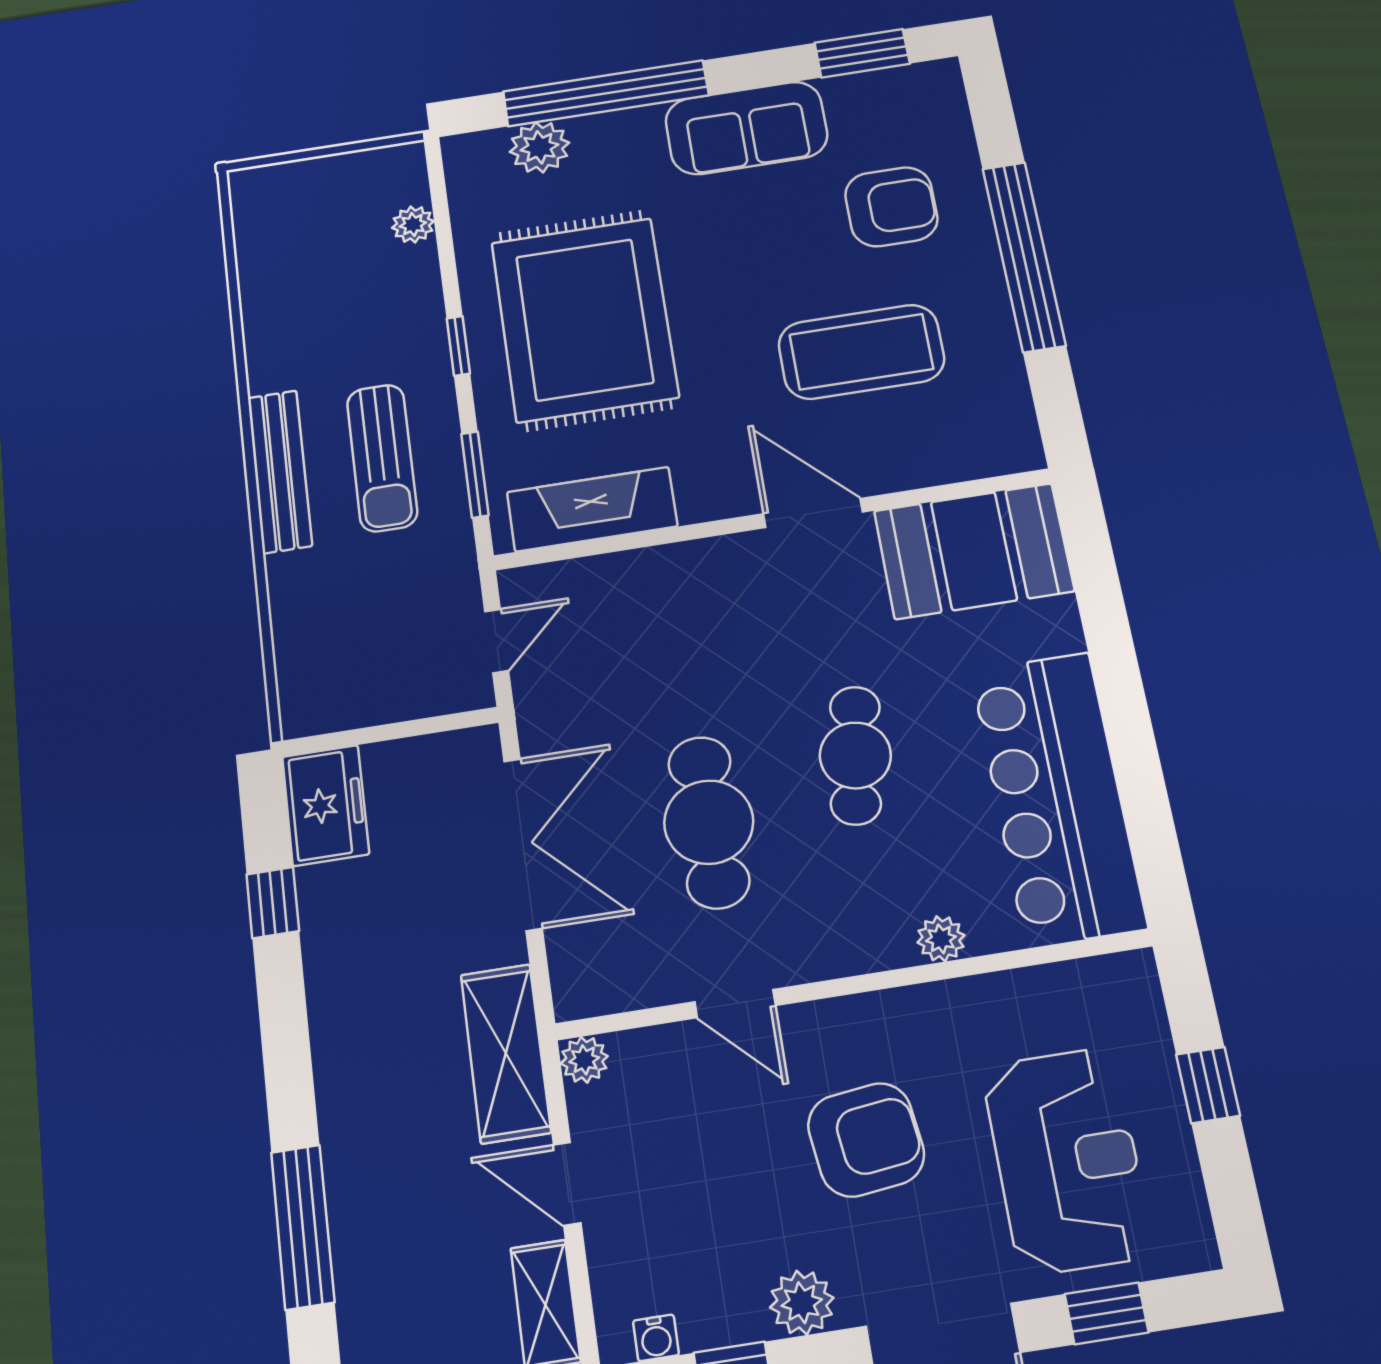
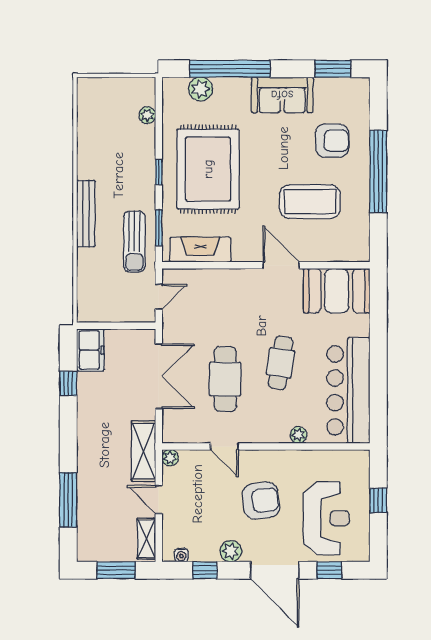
sun lounger: (382, 458) -> (134, 242), moved

